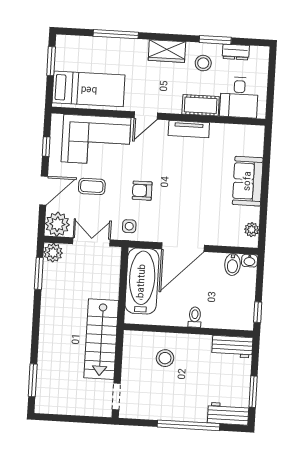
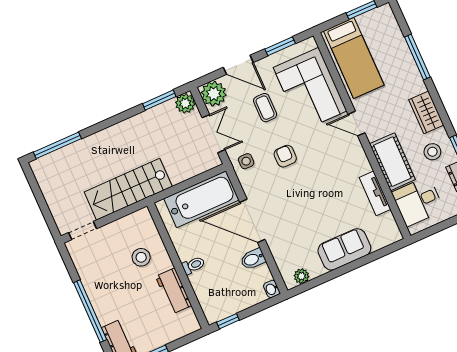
cot: (201, 105) -> (392, 162), width x1.37, depth x1.34
tv unit: (189, 129) -> (375, 193), moved
window: (46, 147) -> (280, 46), width x1.50
bidet: (232, 264) -> (253, 259), moved
workbench: (232, 347) -> (174, 291), moved
window: (33, 380) -> (57, 145), width x1.44

